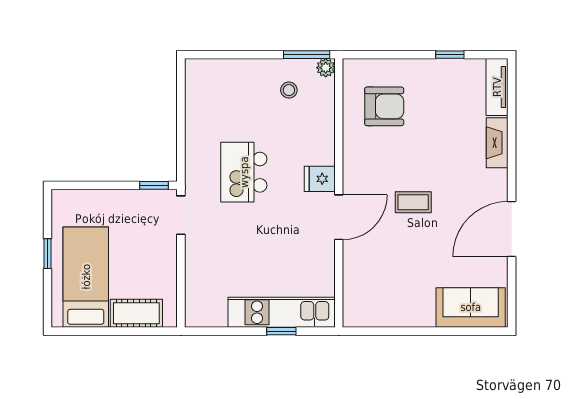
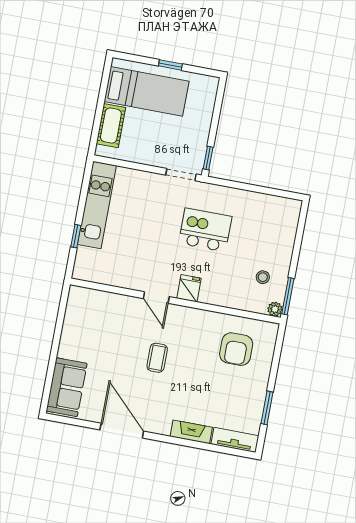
window: (450, 55) -> (267, 408), width x1.50
door: (339, 217) -> (156, 298), width x0.73
kitchen unit: (282, 312) -> (97, 205), moved

